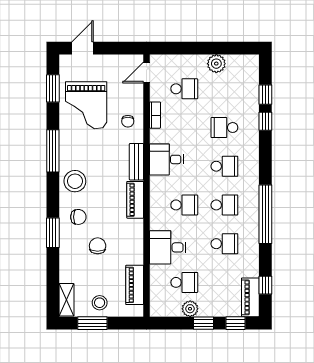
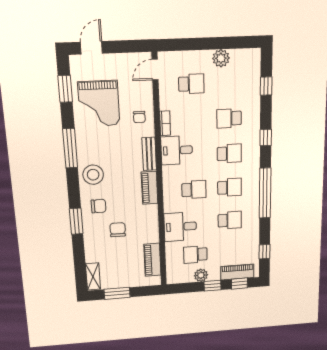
bookcase: (155, 115) -> (165, 123), moved
window: (265, 121) -> (266, 138), moved
school desk: (184, 282) -> (195, 255), turned 180
piano: (250, 297) -> (237, 272), moved, turned 90
stool: (100, 303) -> (122, 277), removed

